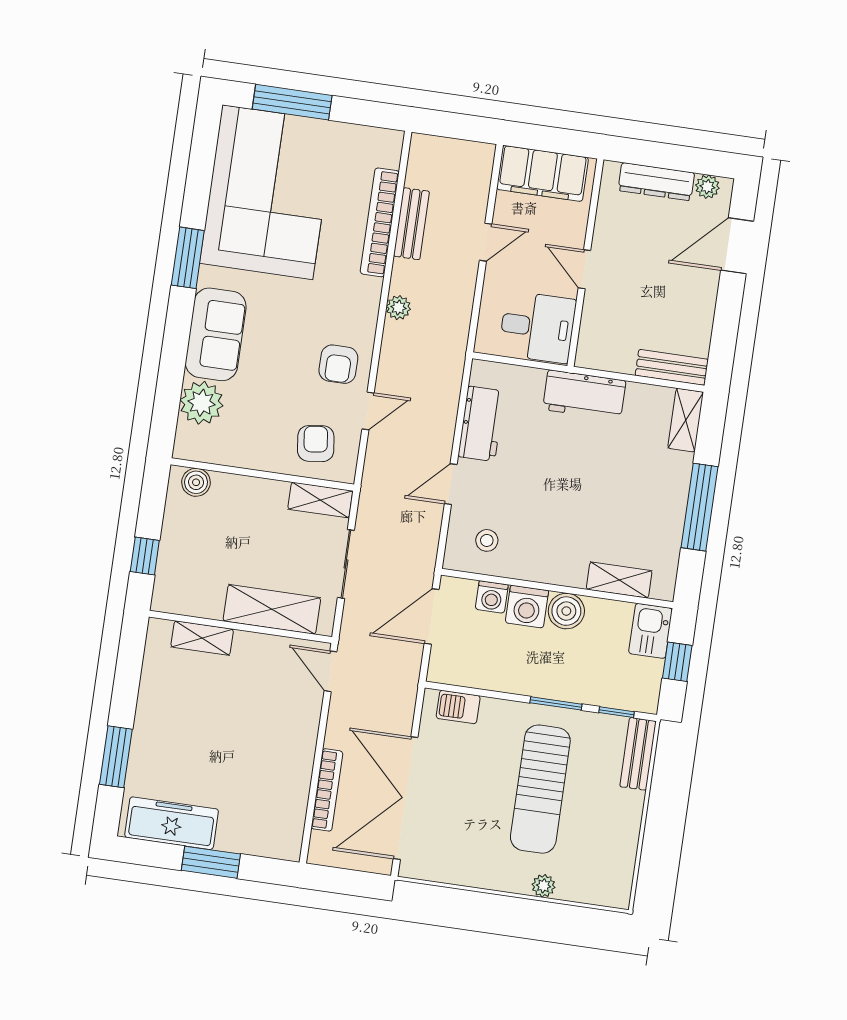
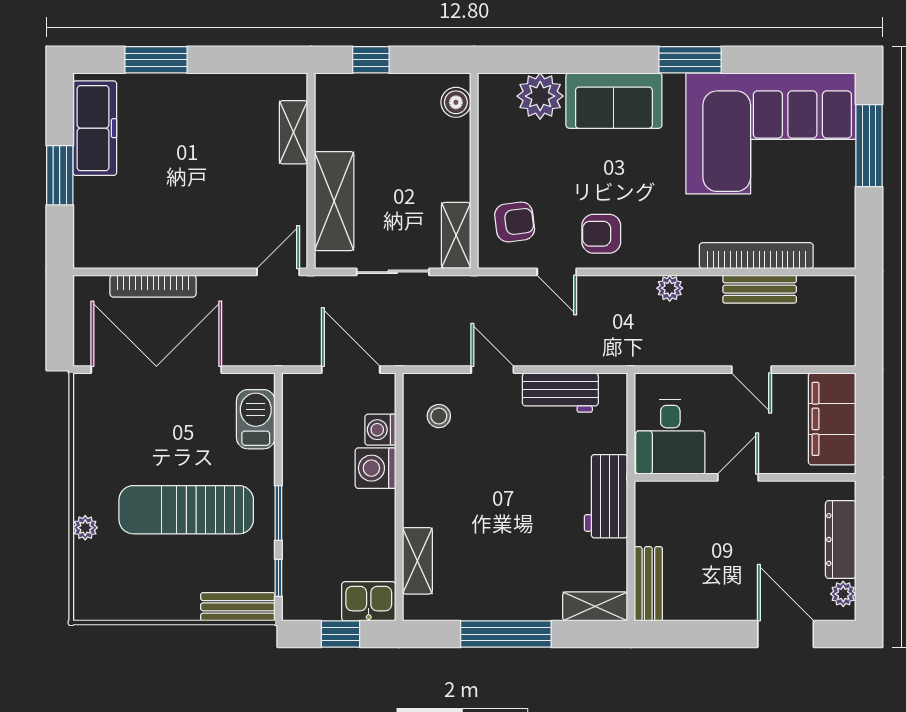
boiler: (566, 611) -> (377, 510), removed
barbecue: (458, 707) -> (256, 419), width x1.38, depth x1.27

